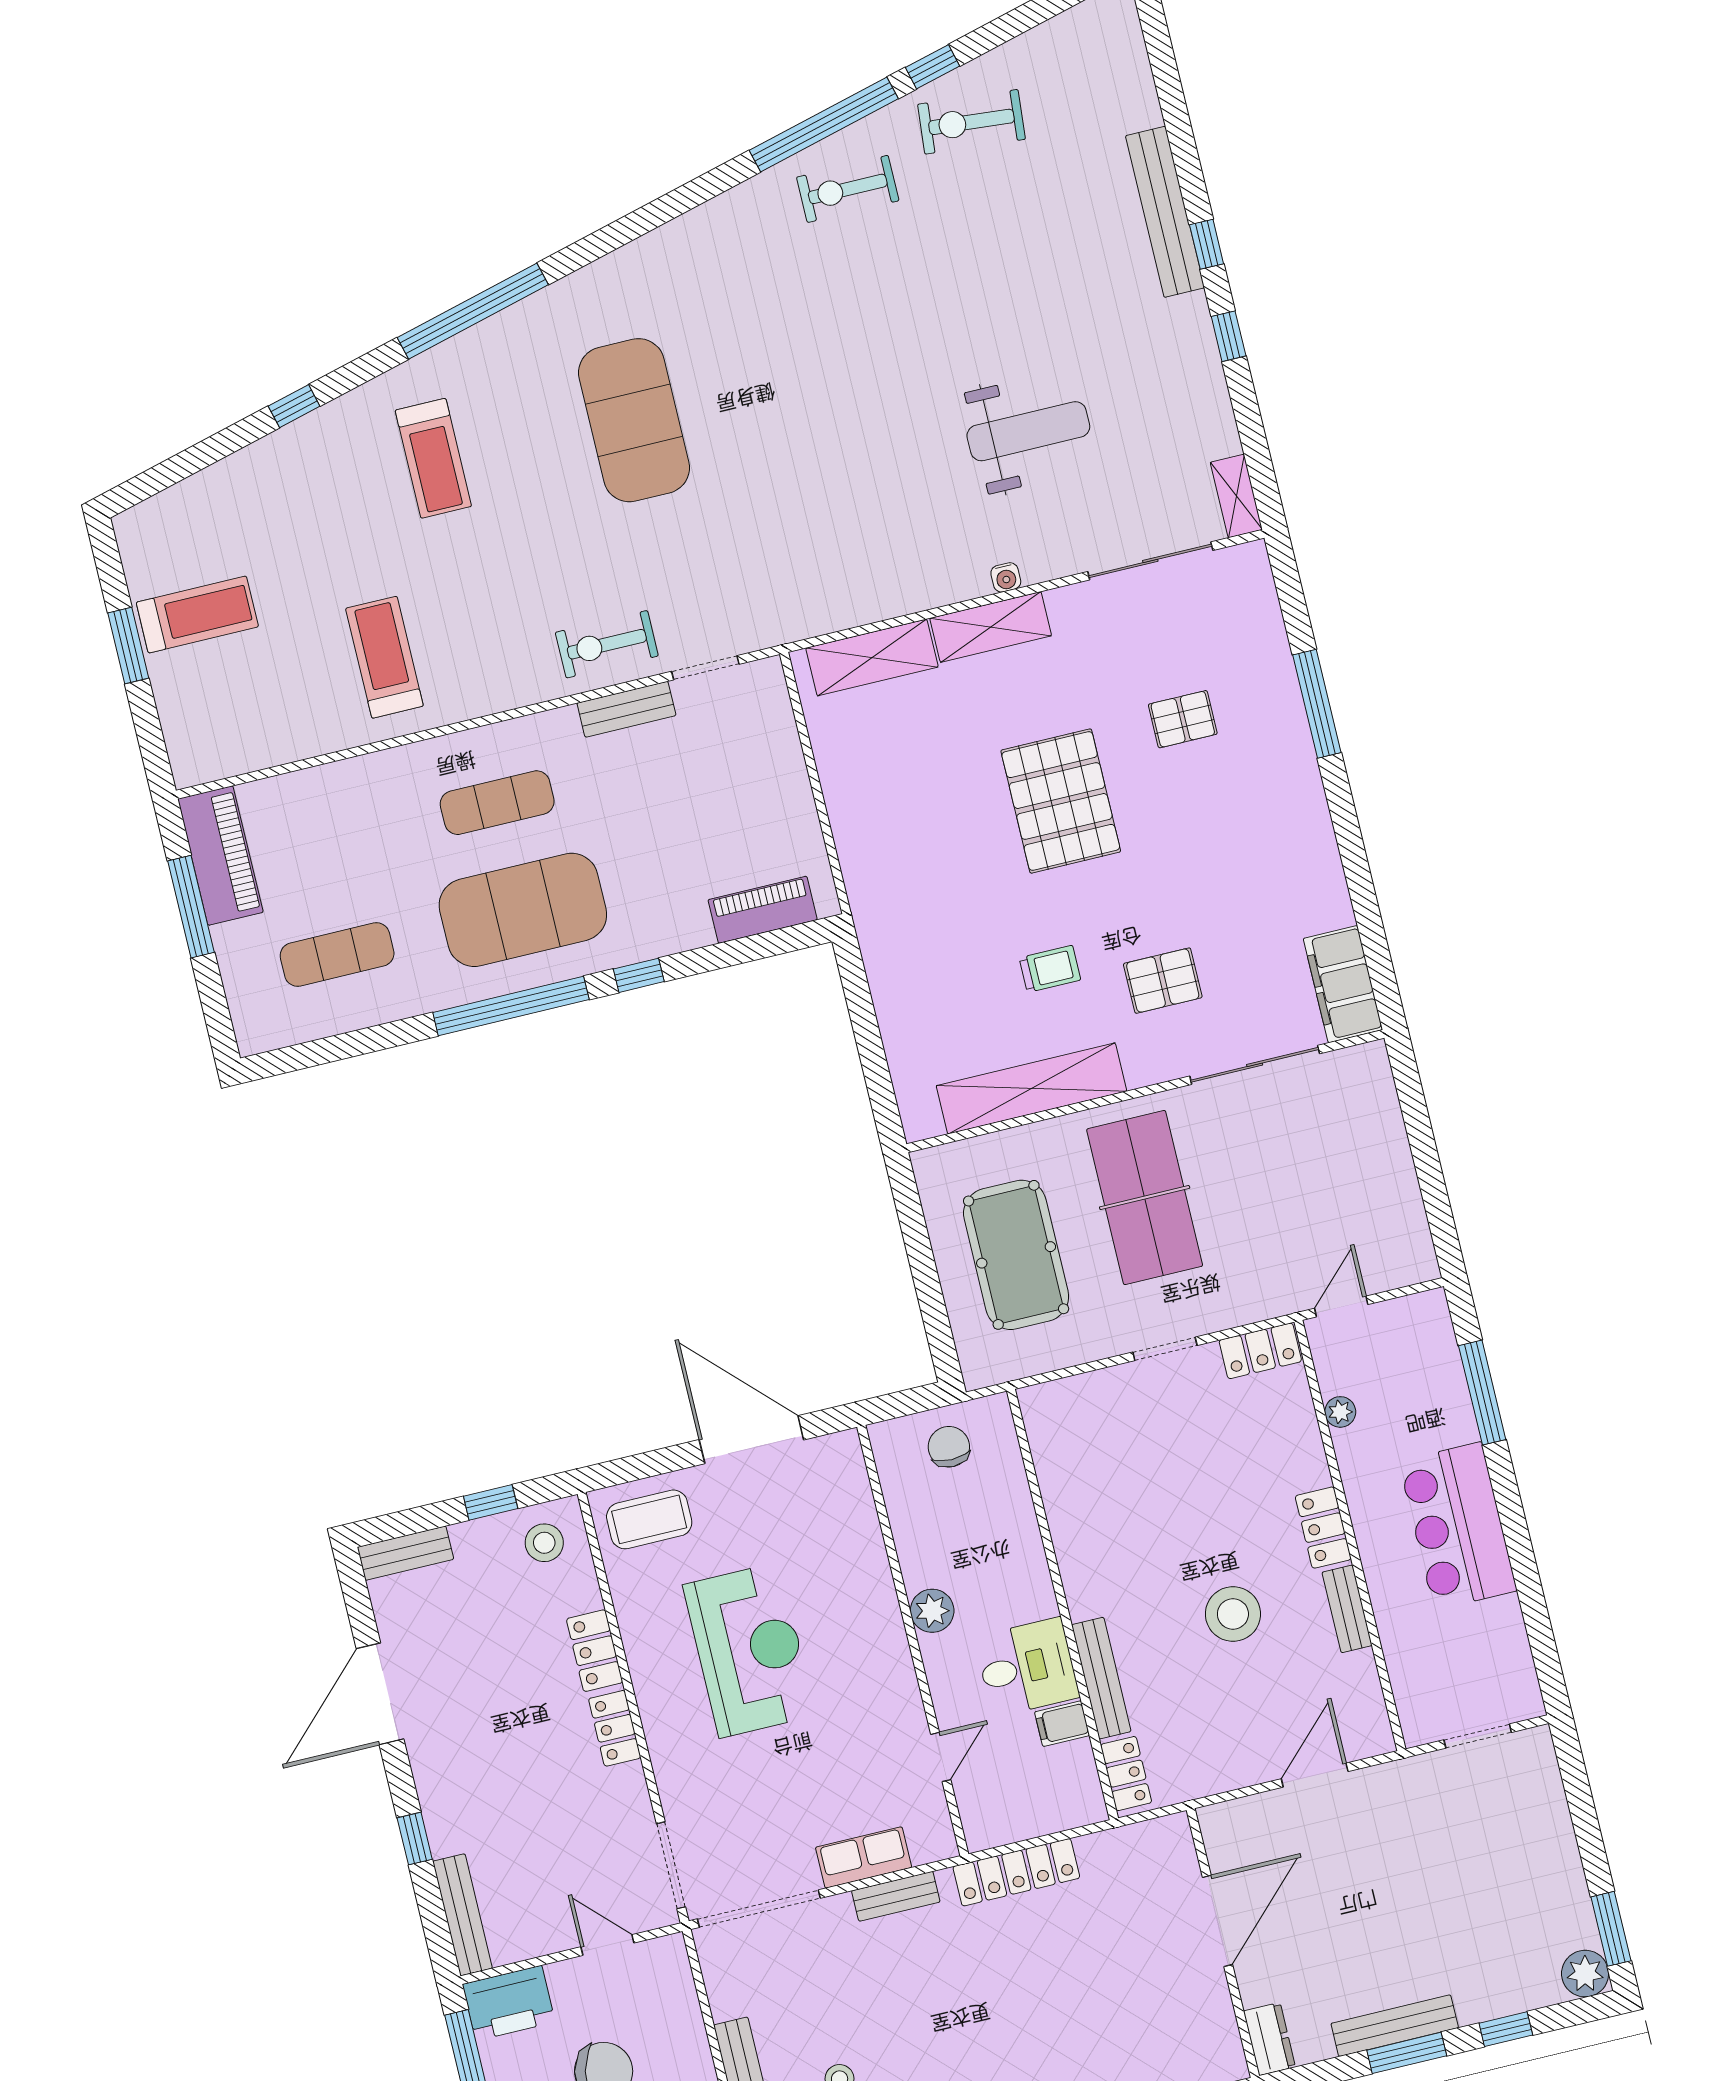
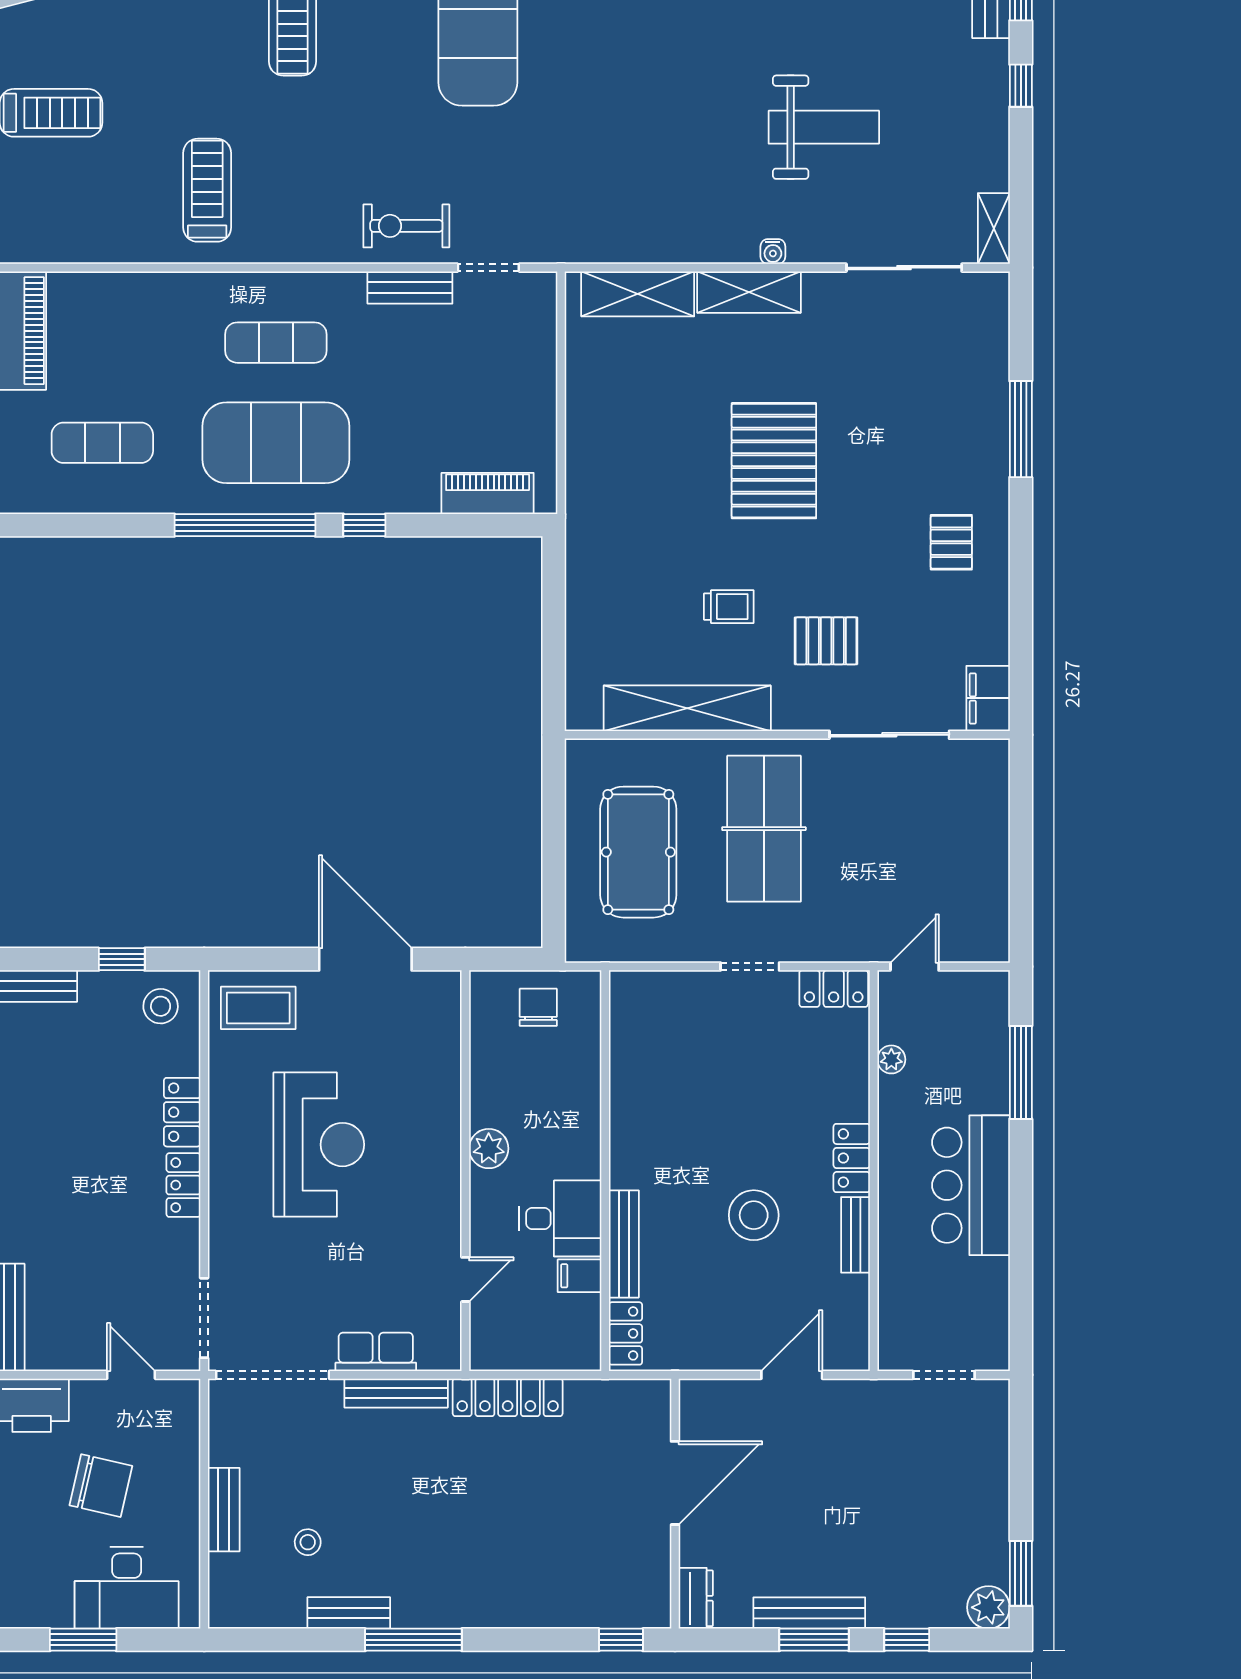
pallet: (1183, 719) -> (951, 542), moved, turned 90
filing cabinet: (1343, 984) -> (988, 698), width x0.67, depth x0.86
bench: (896, 1896) -> (396, 1393), width x1.36

